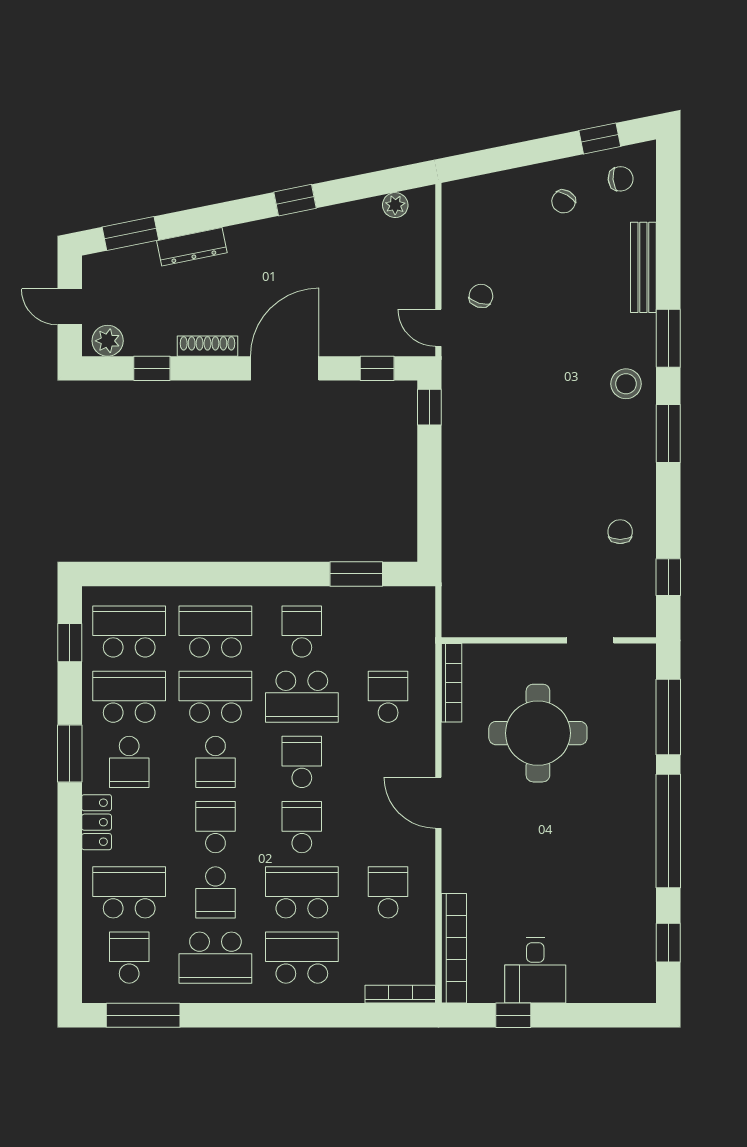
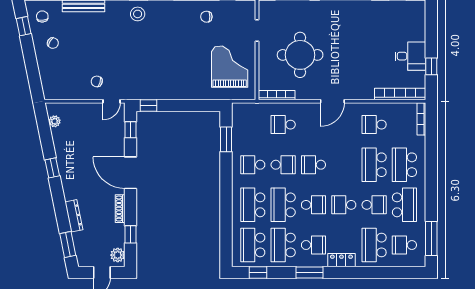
grand piano: (513, 582) -> (230, 67), added
school desk: (302, 697) -> (283, 165), width x0.54
school desk: (302, 827) -> (344, 165), removed

